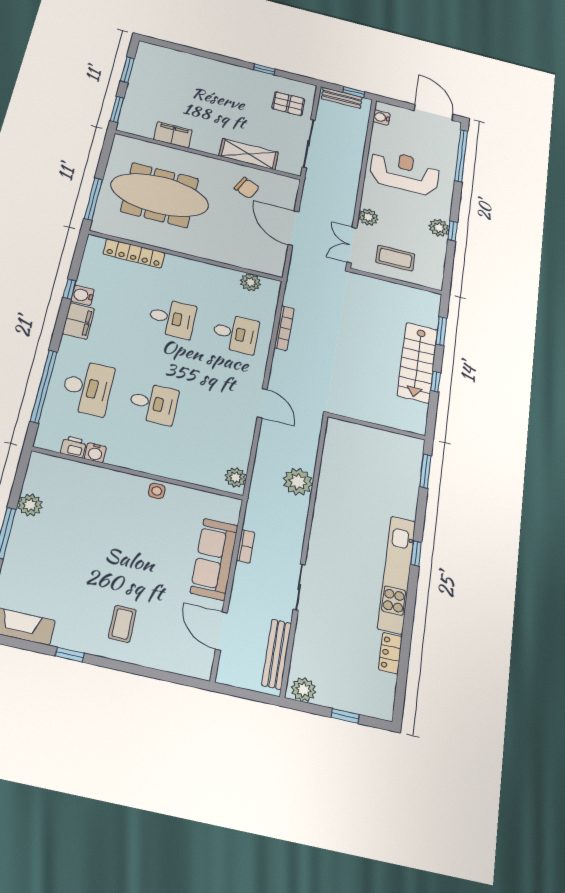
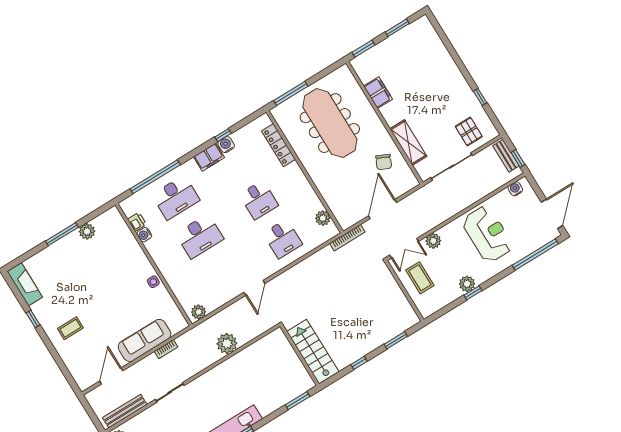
double door: (352, 245) -> (404, 248), swing flipped
bookcase: (284, 328) -> (347, 238), moved
stairs: (418, 362) -> (313, 352), moved, turned 90
desk: (153, 403) -> (200, 236), width x1.37

